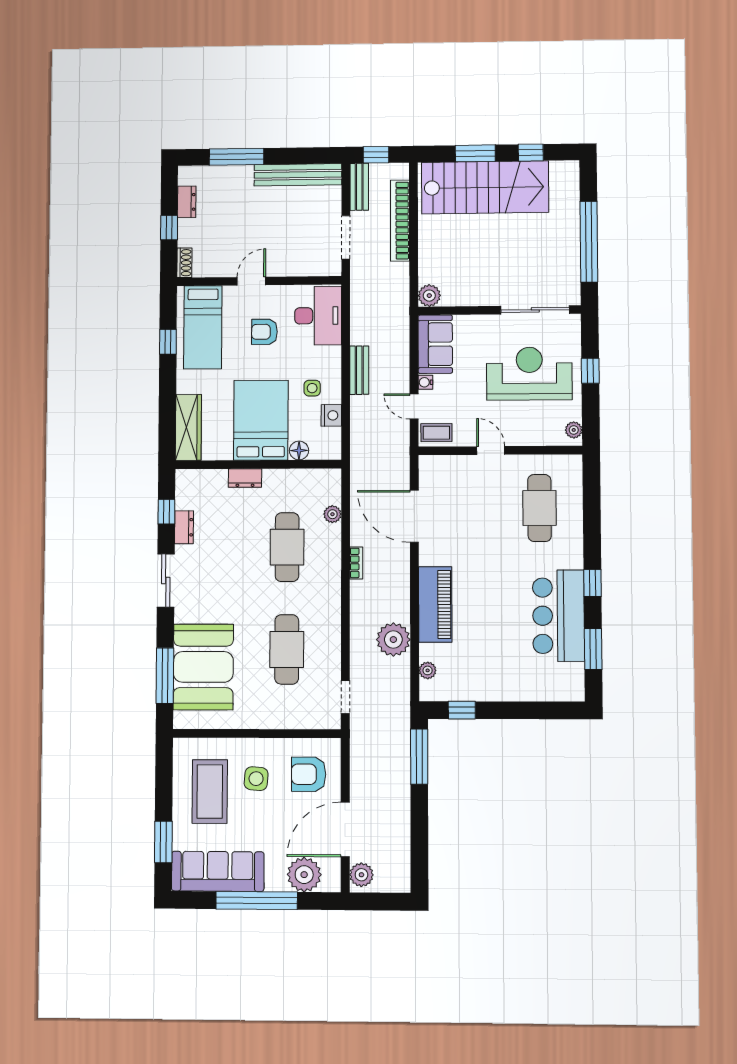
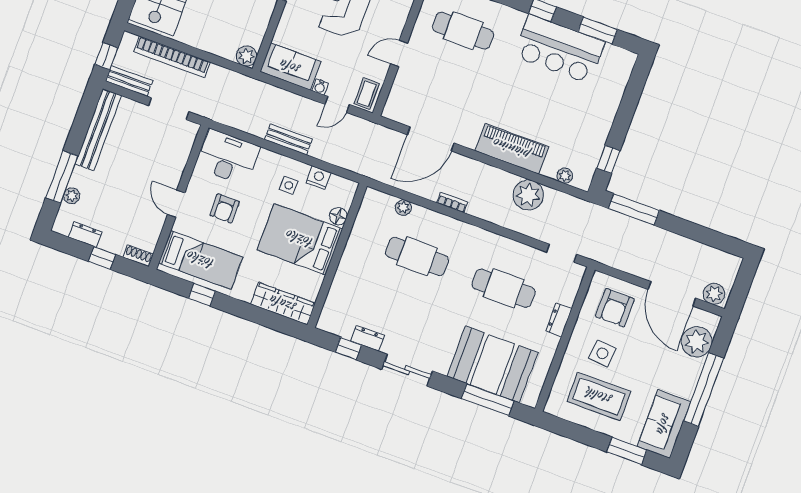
plant: (221, 174) -> (72, 196), added
dresser: (245, 478) -> (559, 320), moved, turned 180
sofa: (218, 871) -> (664, 424), width x0.73

